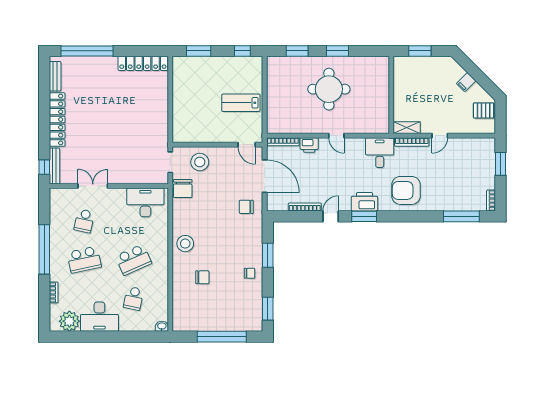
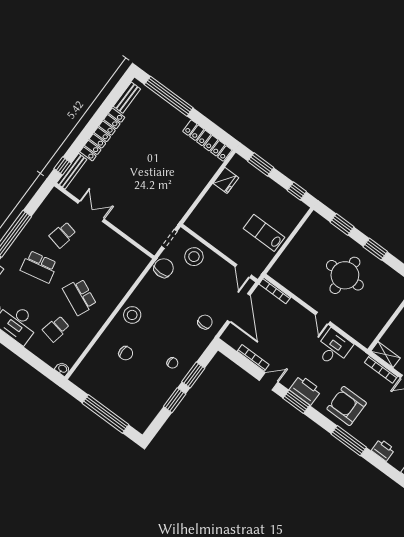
fridge: (181, 84) -> (226, 180), added
printer: (309, 145) -> (383, 450), moved, turned 180
desk: (380, 153) -> (334, 348), moved
chair: (183, 189) -> (164, 268), turned 180
desk: (145, 202) -> (124, 257), removed
chair: (246, 207) -> (205, 322), turned 90
window: (461, 216) -> (349, 441), moved
school desk: (134, 260) -> (80, 297), turned 48
chair: (250, 273) -> (172, 363), moved
window: (268, 309) -> (175, 400), moved

